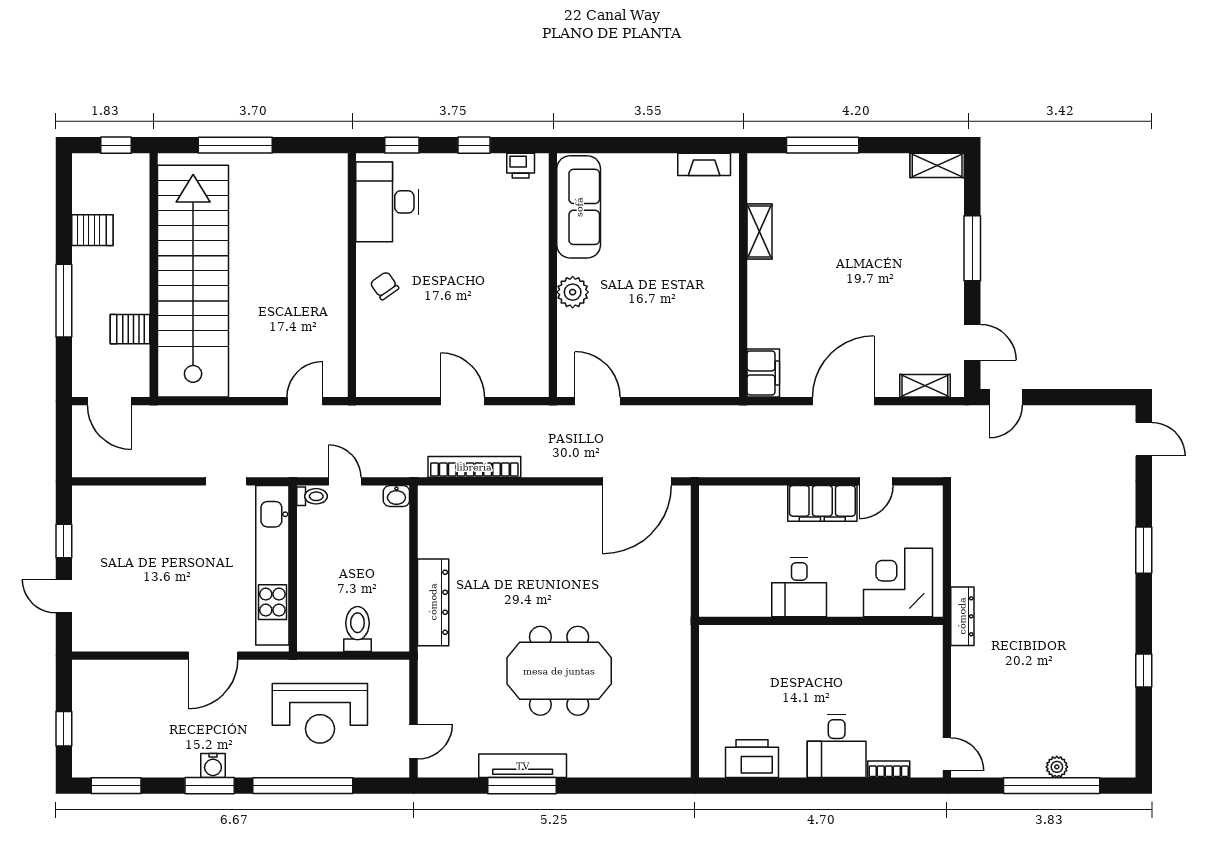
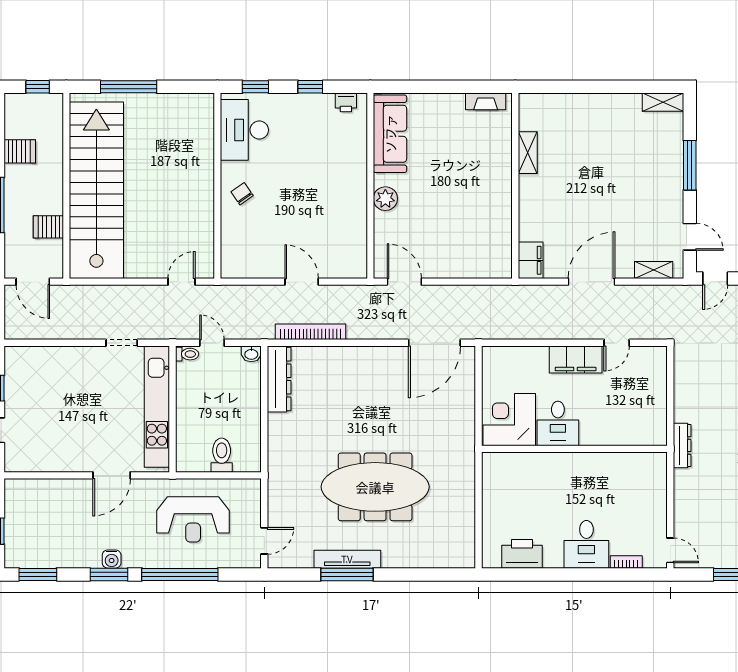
window: (823, 145) -> (576, 87), removed
corner desk: (898, 582) -> (509, 420), moved
dresser: (433, 602) -> (279, 379), moved
meeting table: (559, 671) -> (375, 487), width x1.36

